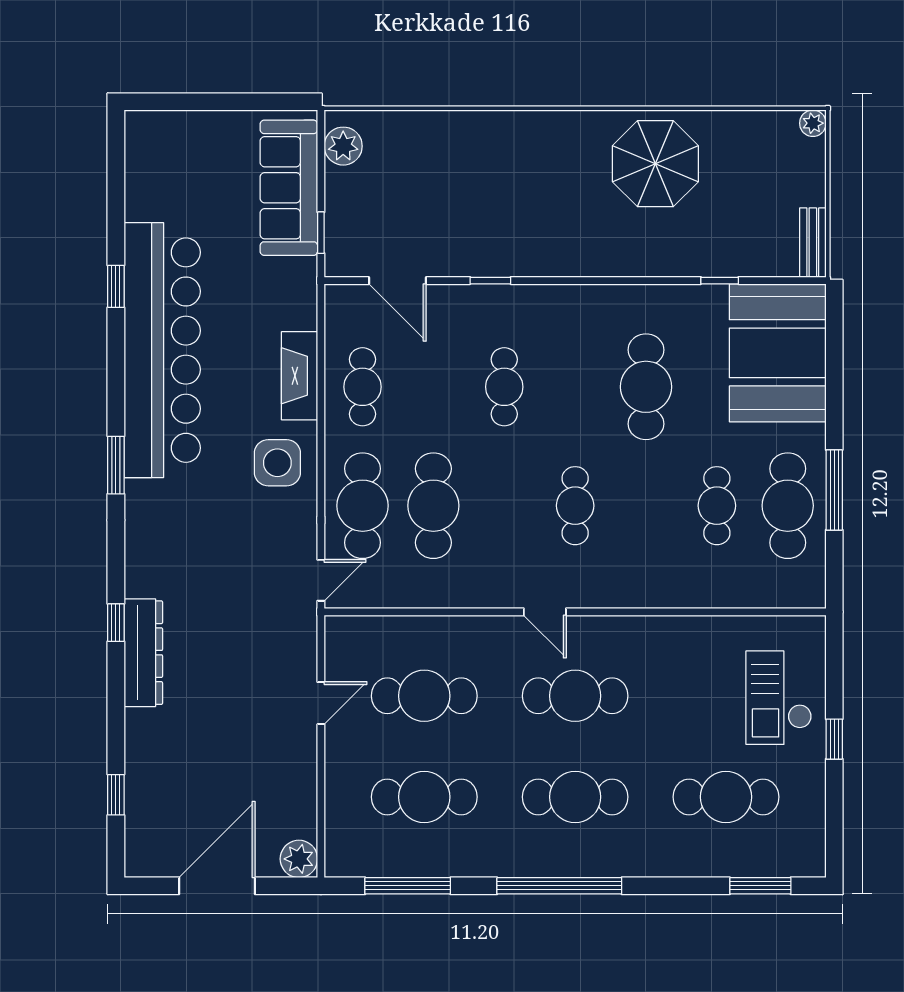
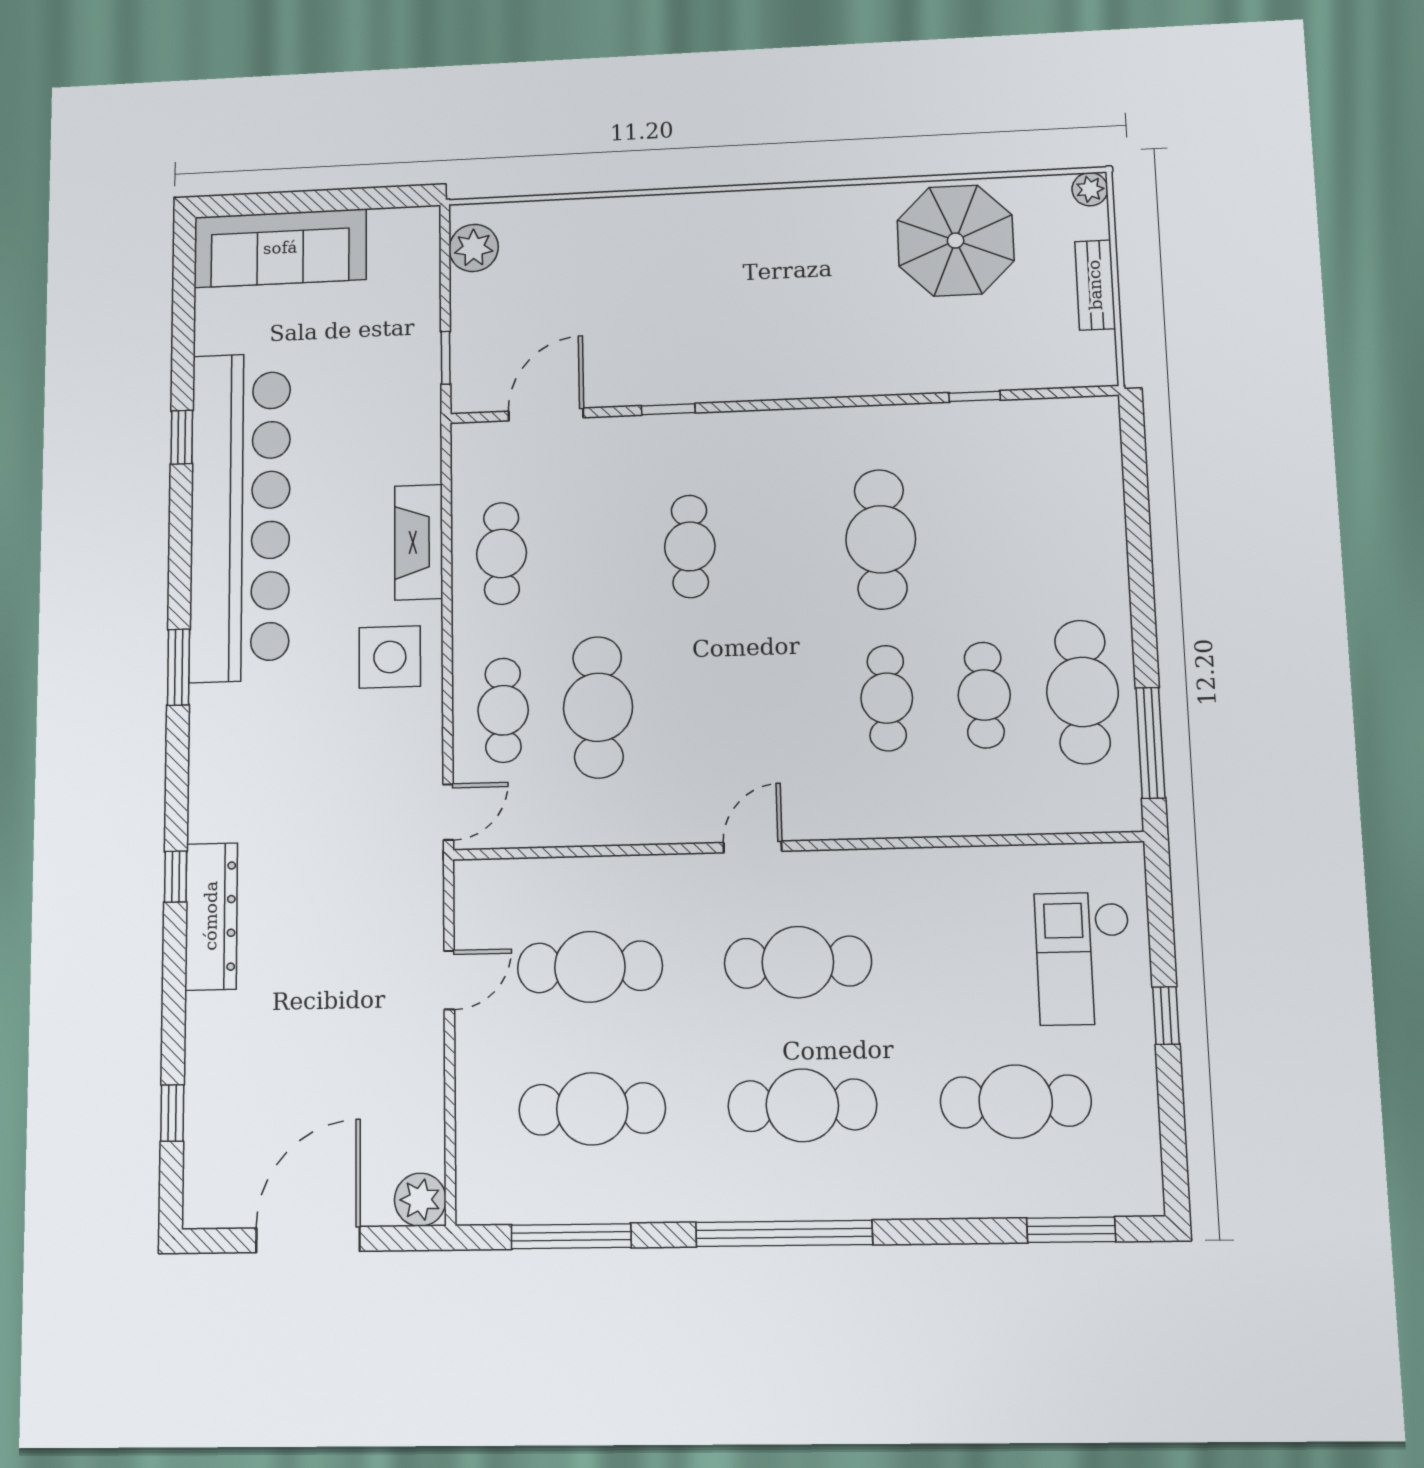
parasol: (655, 164) -> (956, 241), moved
sofa: (289, 188) -> (280, 248), moved, turned -90
bench: (813, 243) -> (1095, 285), moved
door: (397, 281) -> (546, 414), swing flipped
booth: (778, 353) -> (1058, 488), removed
window: (834, 490) -> (1150, 743), moved
cafe table: (363, 506) -> (503, 710), width x0.73, depth x0.74
cafe table: (575, 506) -> (887, 698), moved
door: (545, 612) -> (753, 847), swing flipped

